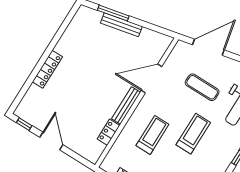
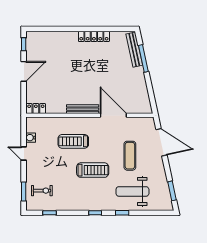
bench: (121, 25) -> (134, 50), moved
locker: (47, 69) -> (94, 36), moved
locker: (109, 132) -> (36, 109), moved
treadmill: (152, 135) -> (73, 141), turned 180

